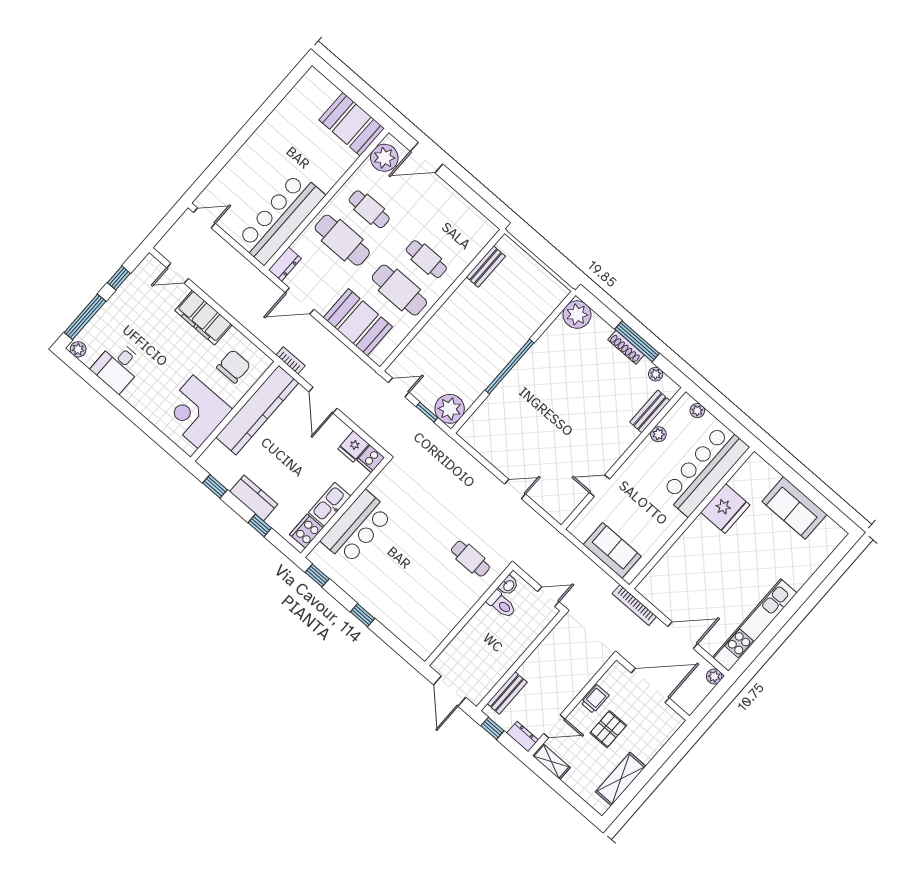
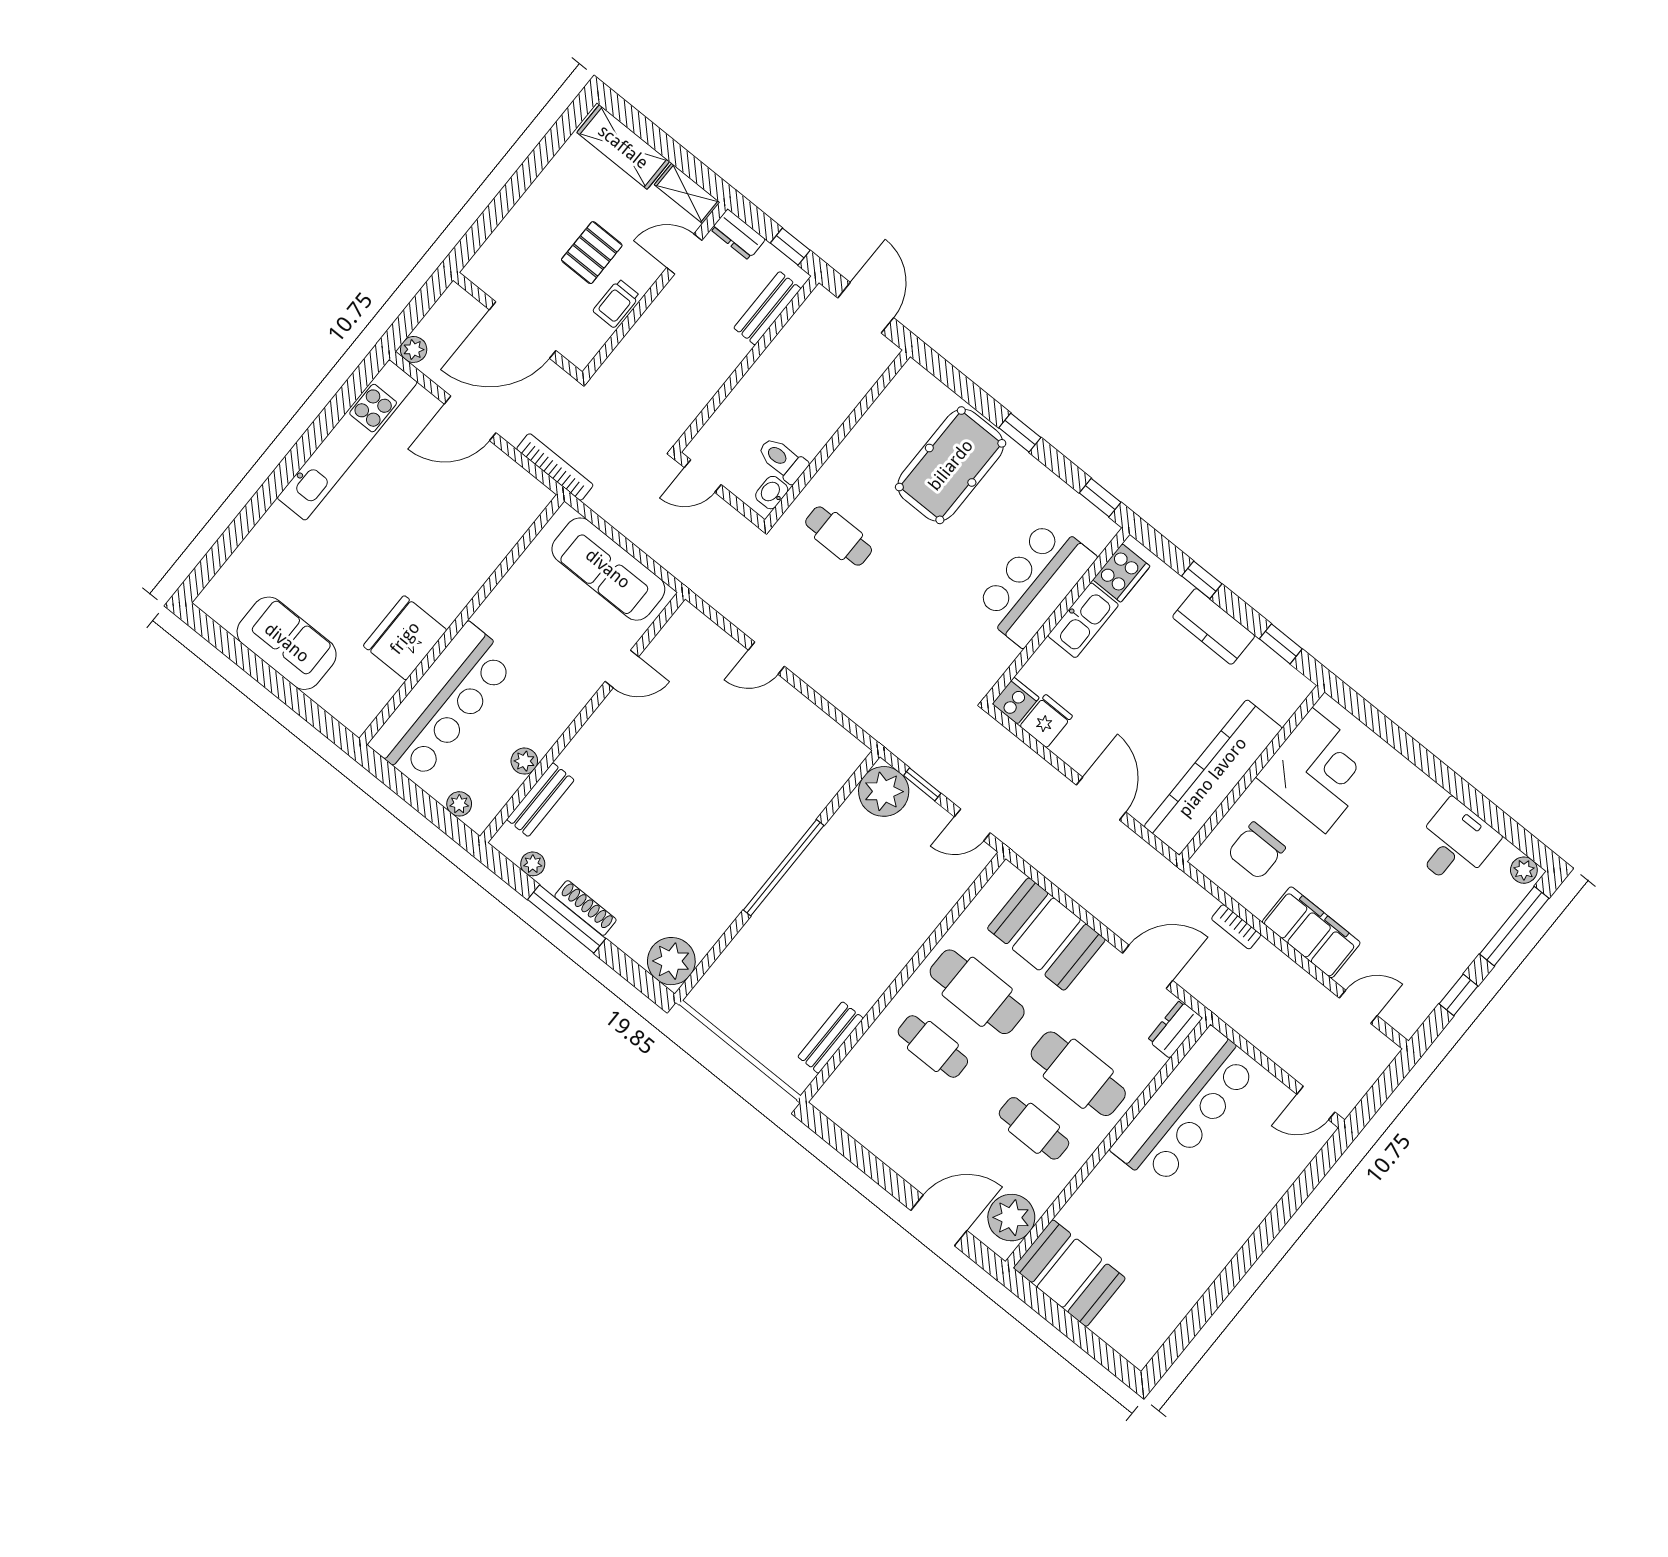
bookcase: (291, 360) -> (1236, 927), moved
sofa: (612, 550) -> (608, 569), width x1.36
pool table: (404, 598) -> (951, 465), added
shelving: (621, 779) -> (623, 147), moved, turned 90

